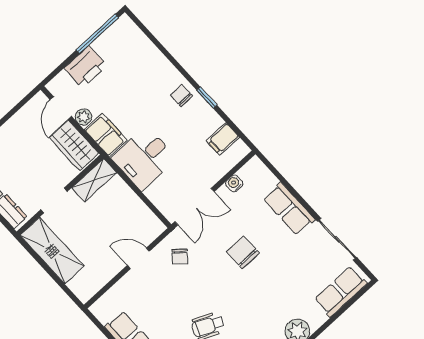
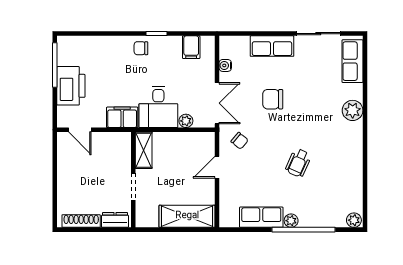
printer: (86, 67) -> (71, 86), width x1.37, depth x1.19
plant: (83, 117) -> (186, 121), moved
wardrobe: (74, 145) -> (111, 143), removed
shelving: (52, 251) -> (187, 216), moved

